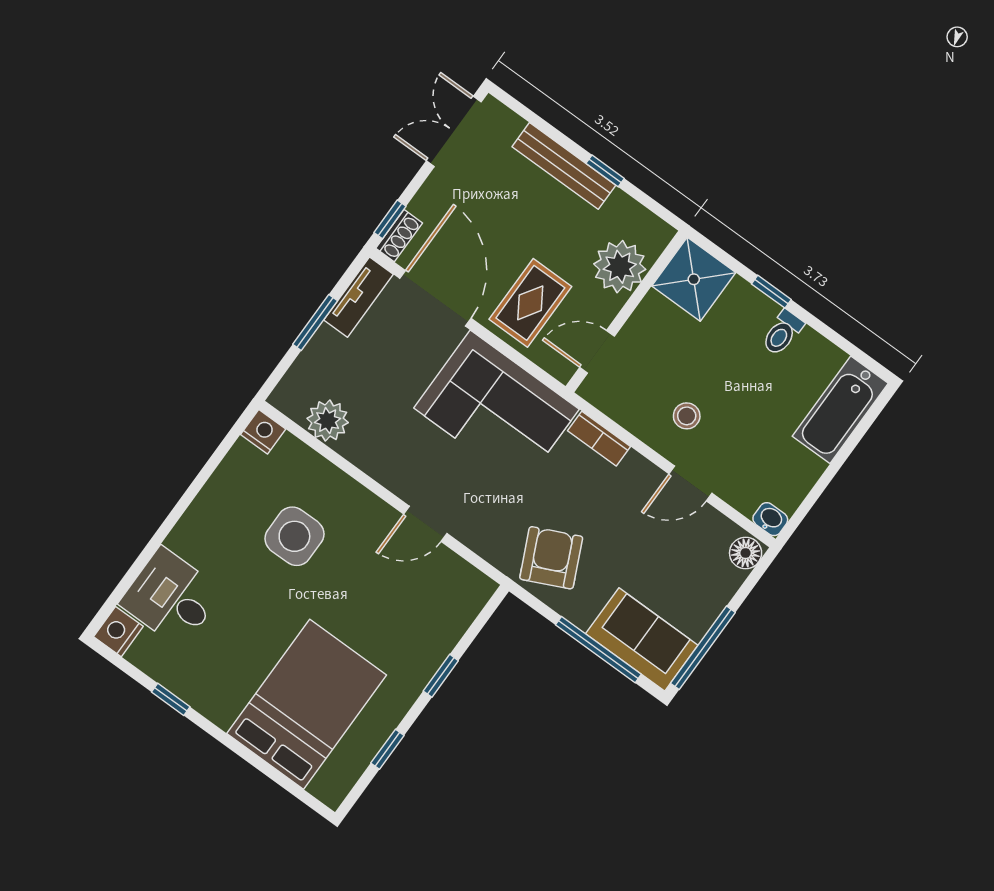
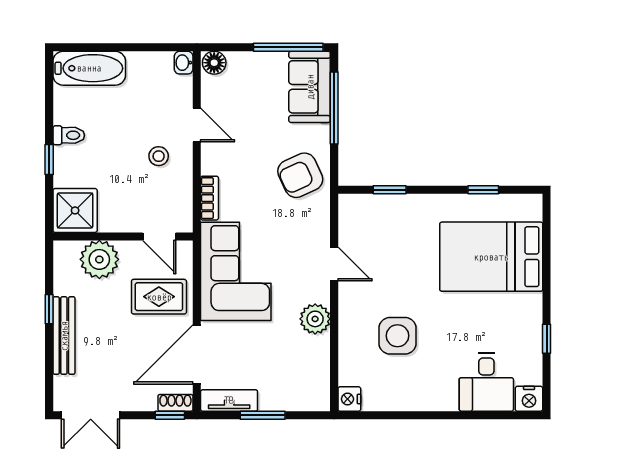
plant: (328, 421) -> (315, 319), moved
window: (441, 676) -> (390, 190), moved

